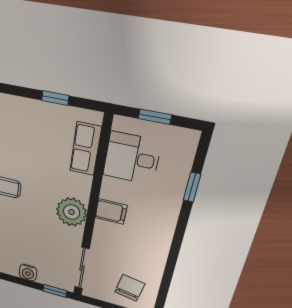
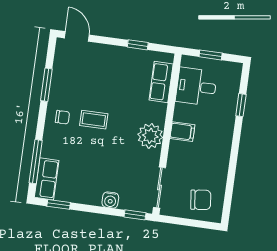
chair: (130, 288) -> (201, 200), turned 73

